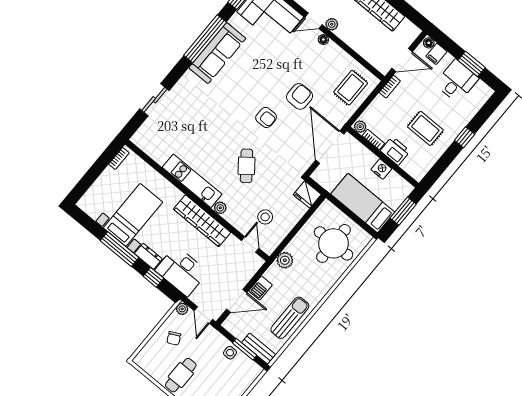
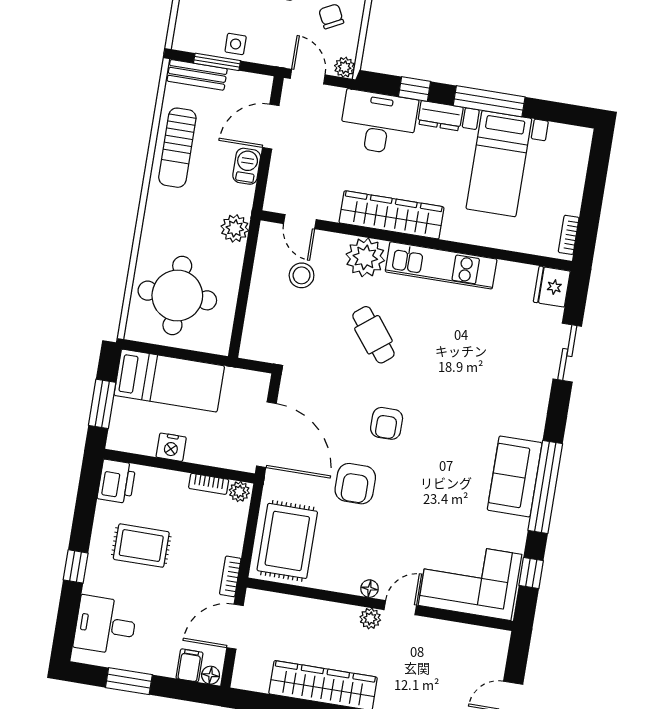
sofa: (217, 53) -> (515, 476), width x0.73
desk: (457, 81) -> (105, 625), moved, turned 90
rug: (351, 88) -> (287, 541), width x1.36, depth x1.43
armchair: (266, 117) -> (387, 423), turned -90
printer: (395, 151) -> (117, 481), moved, turned -90
fridge: (307, 194) -> (552, 287), moved, turned -90
plant: (220, 208) -> (365, 257), width x1.88, depth x1.88

